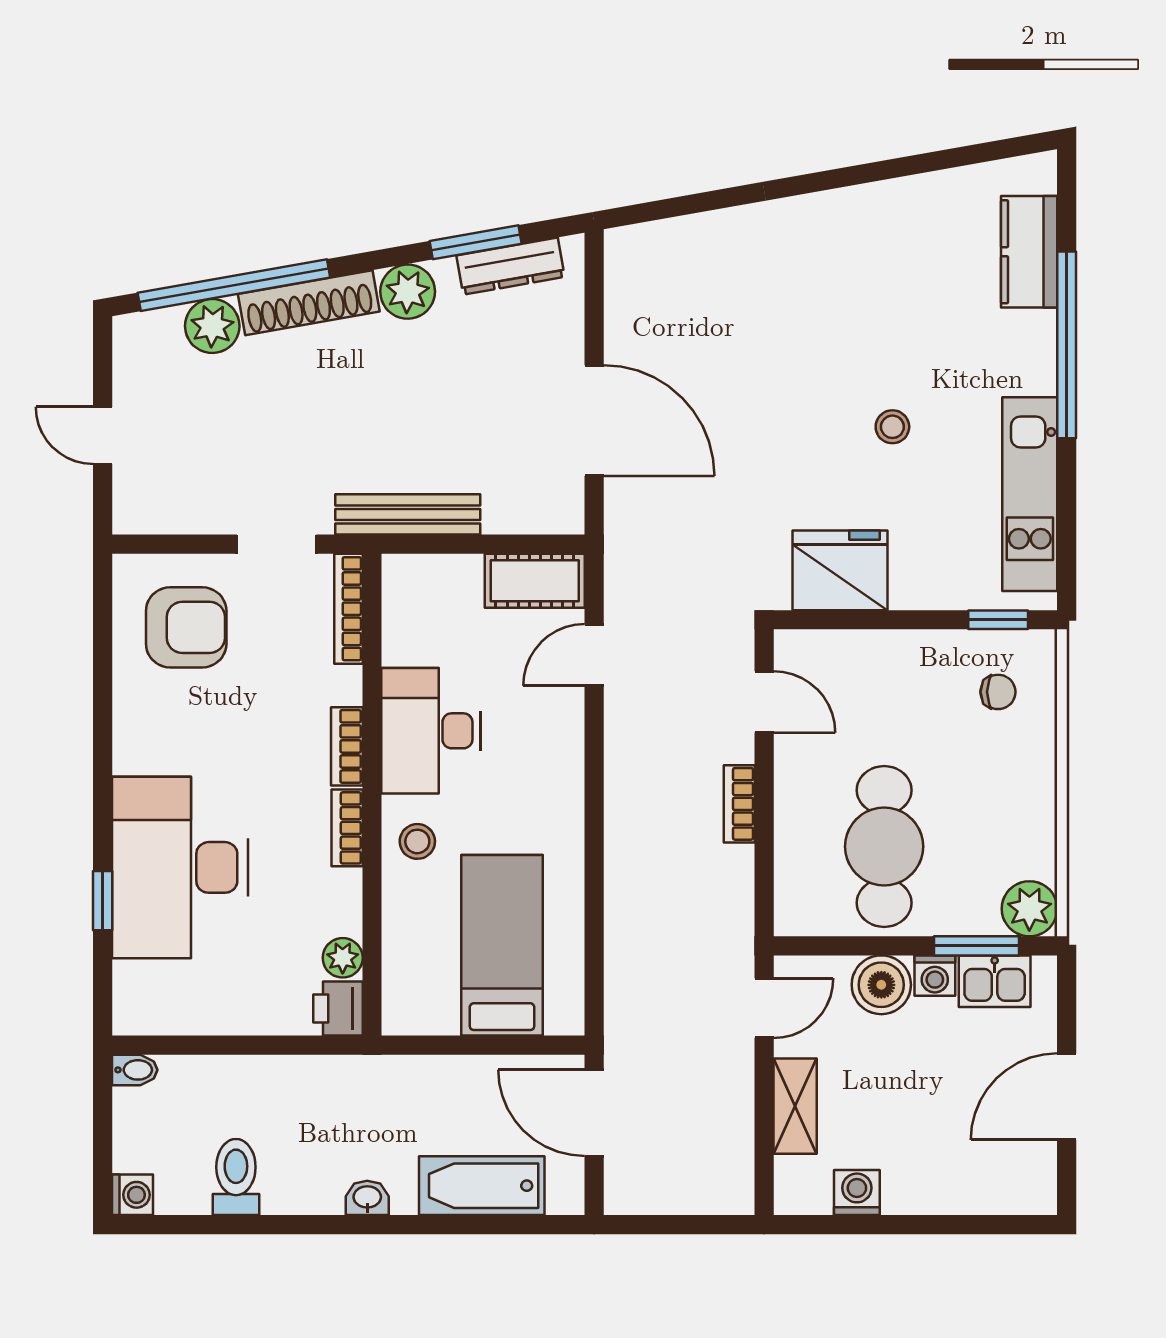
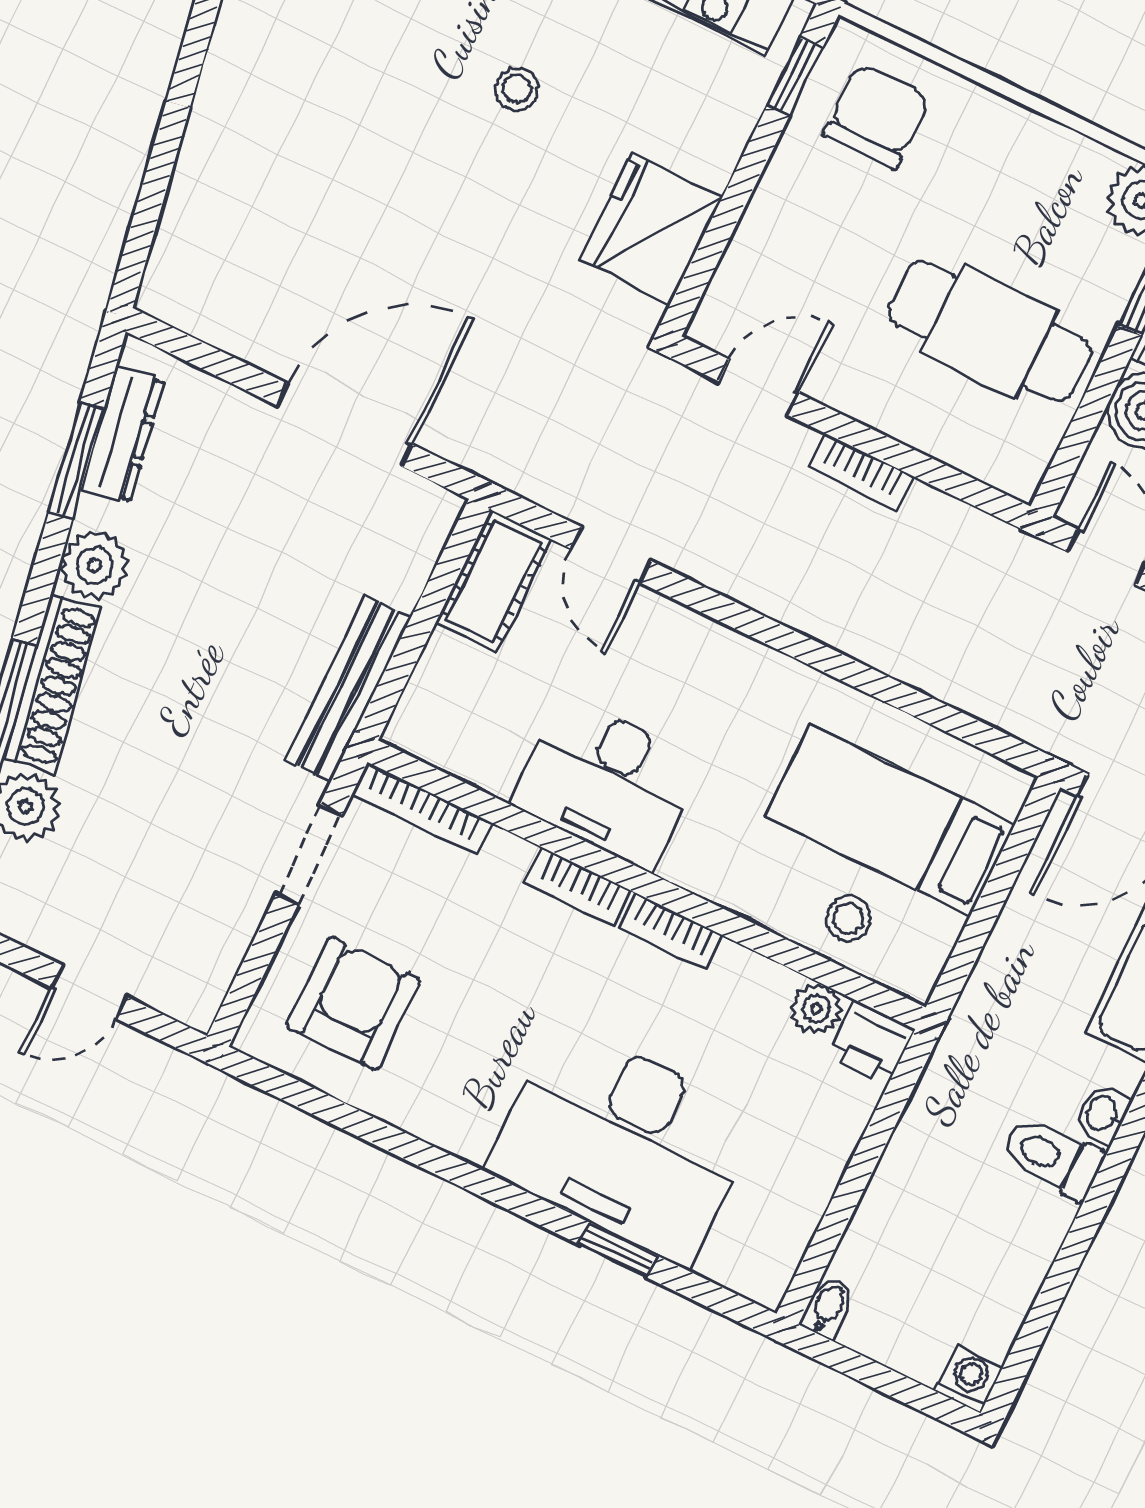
chair: (998, 692) -> (877, 116), width x1.87, depth x1.87
stool: (417, 841) -> (848, 918), moved
toilet: (236, 1177) -> (1052, 1157), moved

